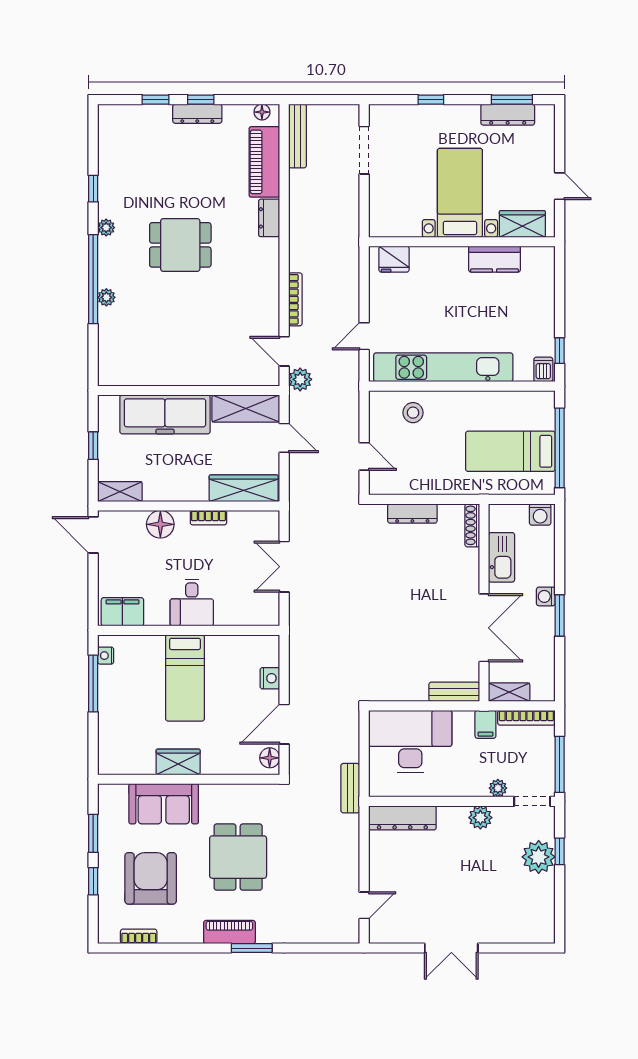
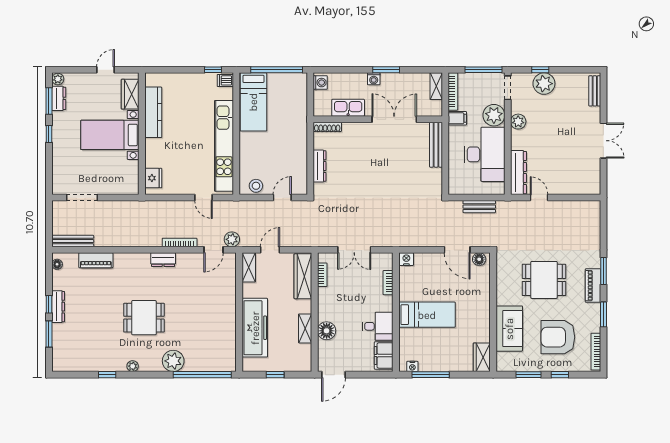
window: (155, 100) -> (49, 334), width x1.50
window: (431, 100) -> (49, 134), moved
plant: (545, 113) -> (58, 79), added
dresser: (508, 115) -> (59, 98), width x0.70
piano: (264, 162) -> (96, 260), width x0.73, depth x0.75
dresser: (269, 218) -> (163, 260), moved
dining table: (180, 245) -> (144, 318), turned 90
kitchen counter: (494, 259) -> (153, 112), width x1.50
window: (93, 279) -> (202, 375), moved
plant: (106, 297) -> (173, 361), width x1.88, depth x1.88
shelving: (246, 409) -> (249, 267), width x0.67, depth x0.75
stool: (413, 413) -> (256, 186), moved
bed: (510, 451) -> (253, 102), moved
shelving: (120, 492) -> (305, 328), moved
bookcase: (208, 518) -> (322, 275), moved
desk: (192, 603) -> (378, 326), moved
bookcase: (234, 618) -> (388, 283), added
nightstand: (270, 678) -> (406, 259), moved
bench: (454, 692) -> (436, 145), width x1.36
shelving: (509, 692) -> (436, 86), moved
desk: (410, 741) -> (484, 154), moved, turned 180
wardrobe: (178, 762) -> (482, 357), moved
bench: (350, 788) -> (479, 207), moved
plant: (498, 788) -> (494, 115), width x1.87, depth x1.87
door: (364, 905) -> (539, 198), moved
bench: (527, 935) -> (595, 91), added
bookcase: (139, 936) -> (596, 352), width x1.56
window: (185, 948) -> (603, 314), added

